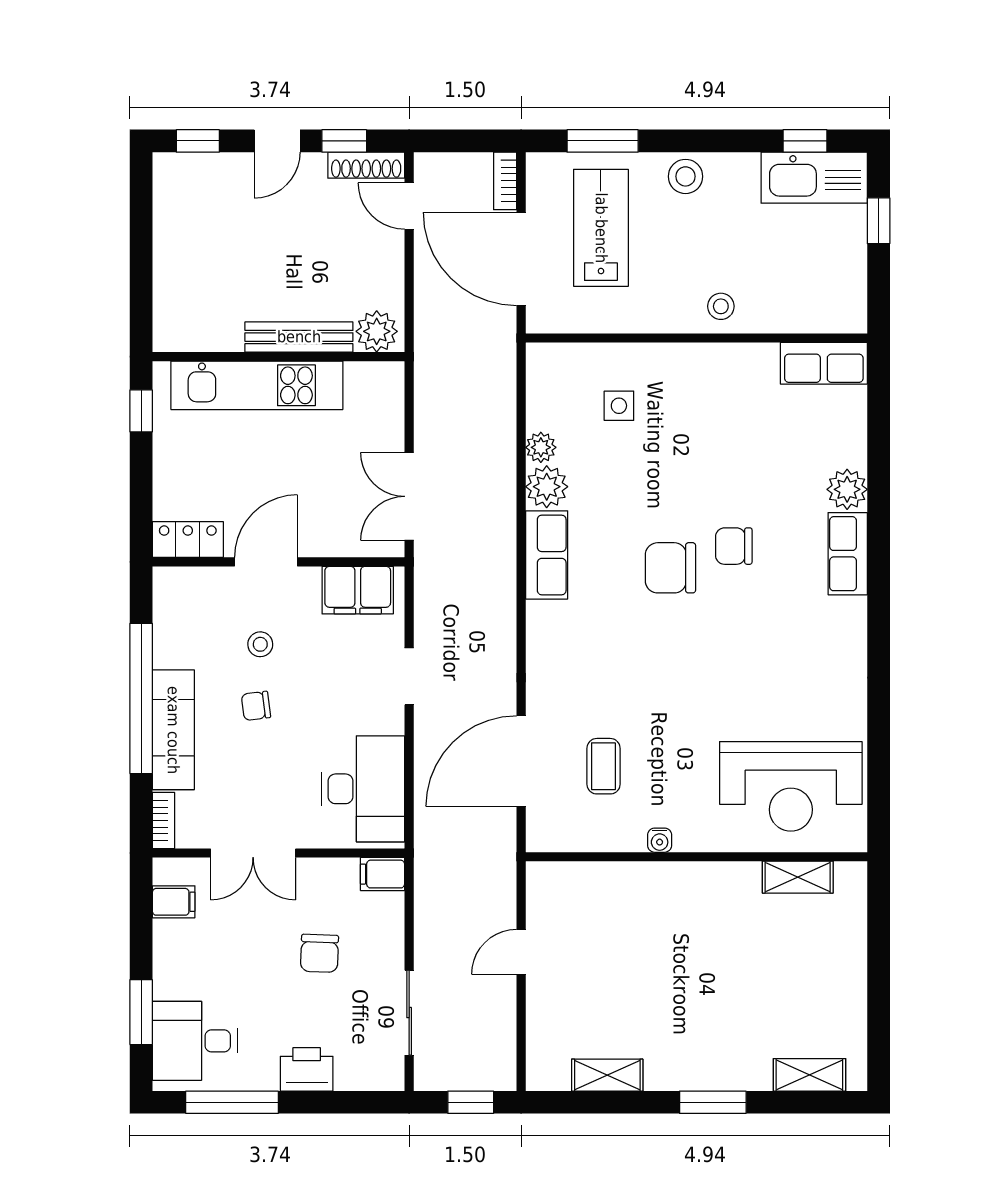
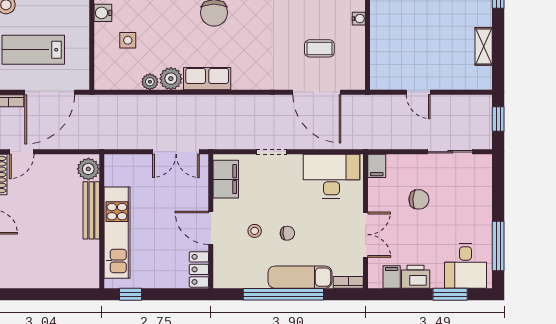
water cooler: (670, 359) -> (103, 13), added
chair: (256, 706) -> (287, 233), turned -88
printer: (307, 1069) -> (416, 277), moved, turned 90

